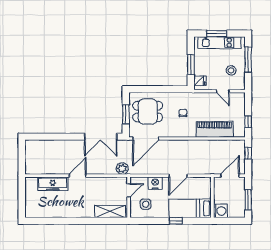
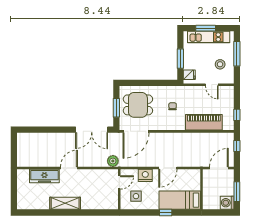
washing machine: (220, 211) -> (227, 203), moved, turned 180
shelving: (110, 212) -> (65, 203), moved

